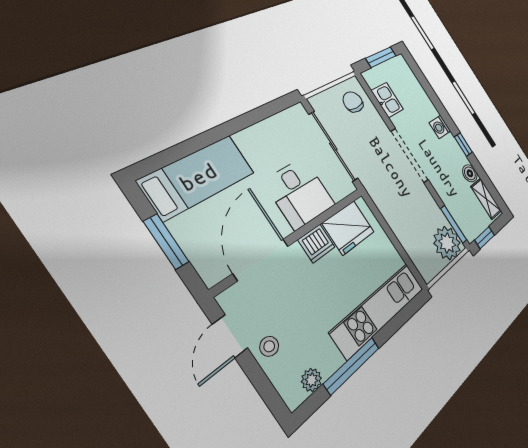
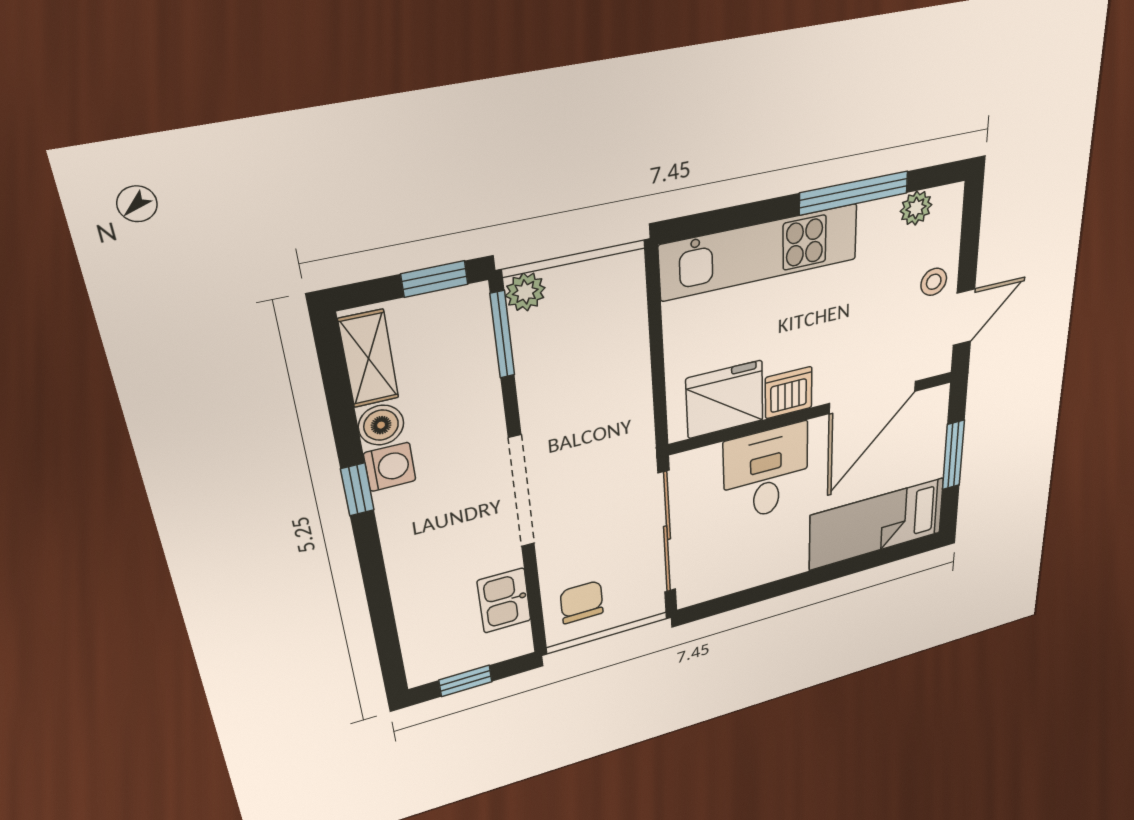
window: (381, 57) -> (465, 681), width x0.67
chair: (353, 102) -> (582, 602), turned 180
washing machine: (440, 127) -> (390, 467), moved
plant: (447, 243) -> (525, 292), width x0.53, depth x0.53

